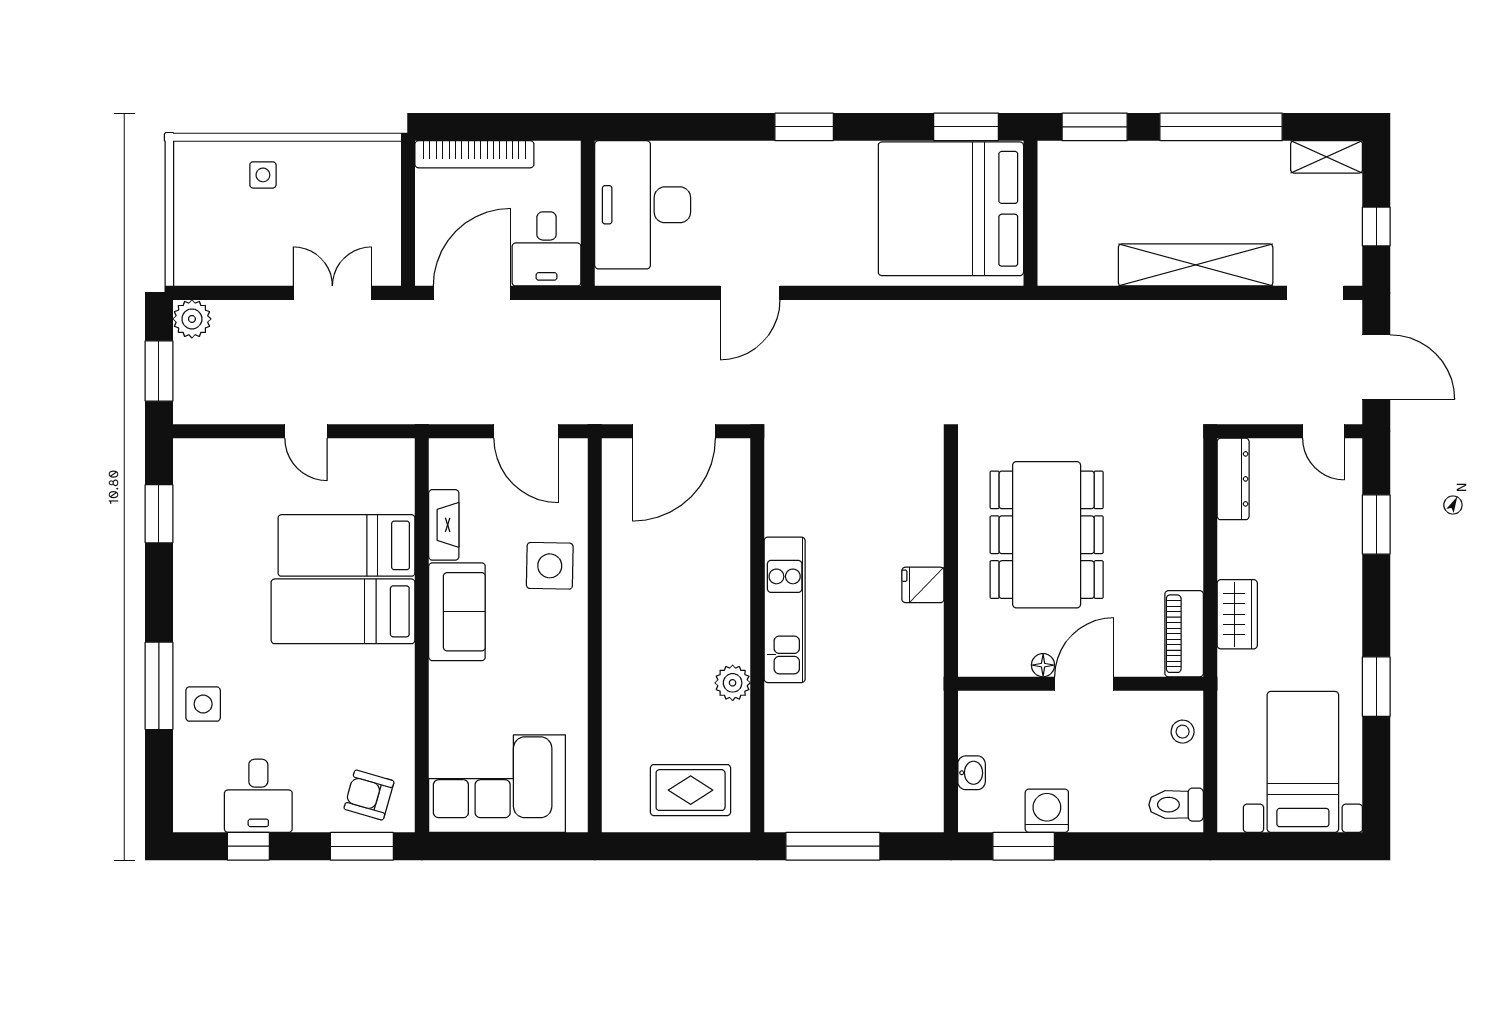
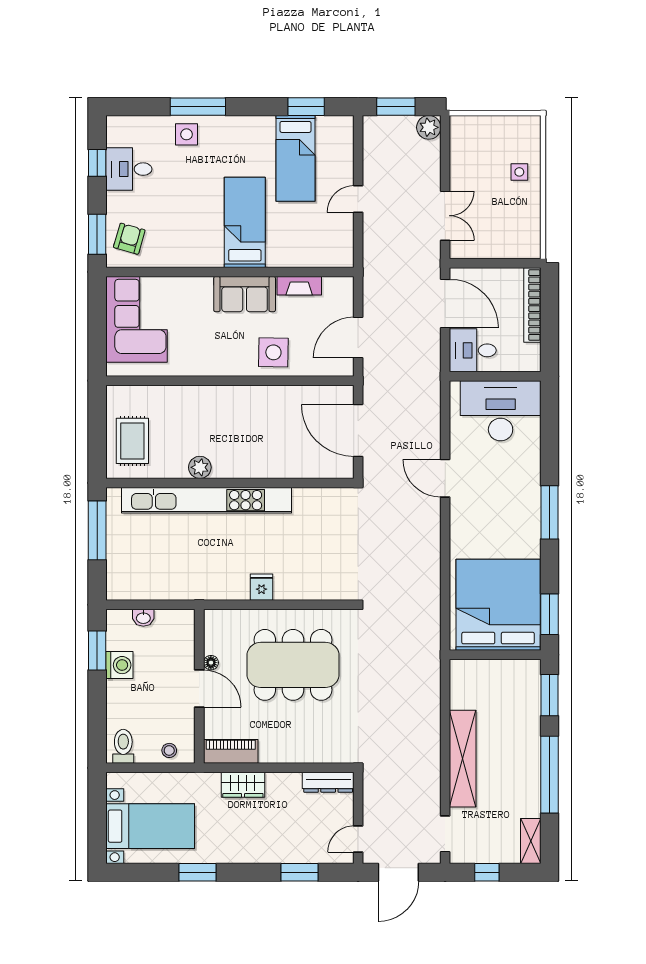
window: (804, 127) -> (550, 512), width x1.44
bed: (346, 545) -> (296, 158), moved, turned 180
kitchen unit: (785, 610) -> (206, 500), width x1.86

